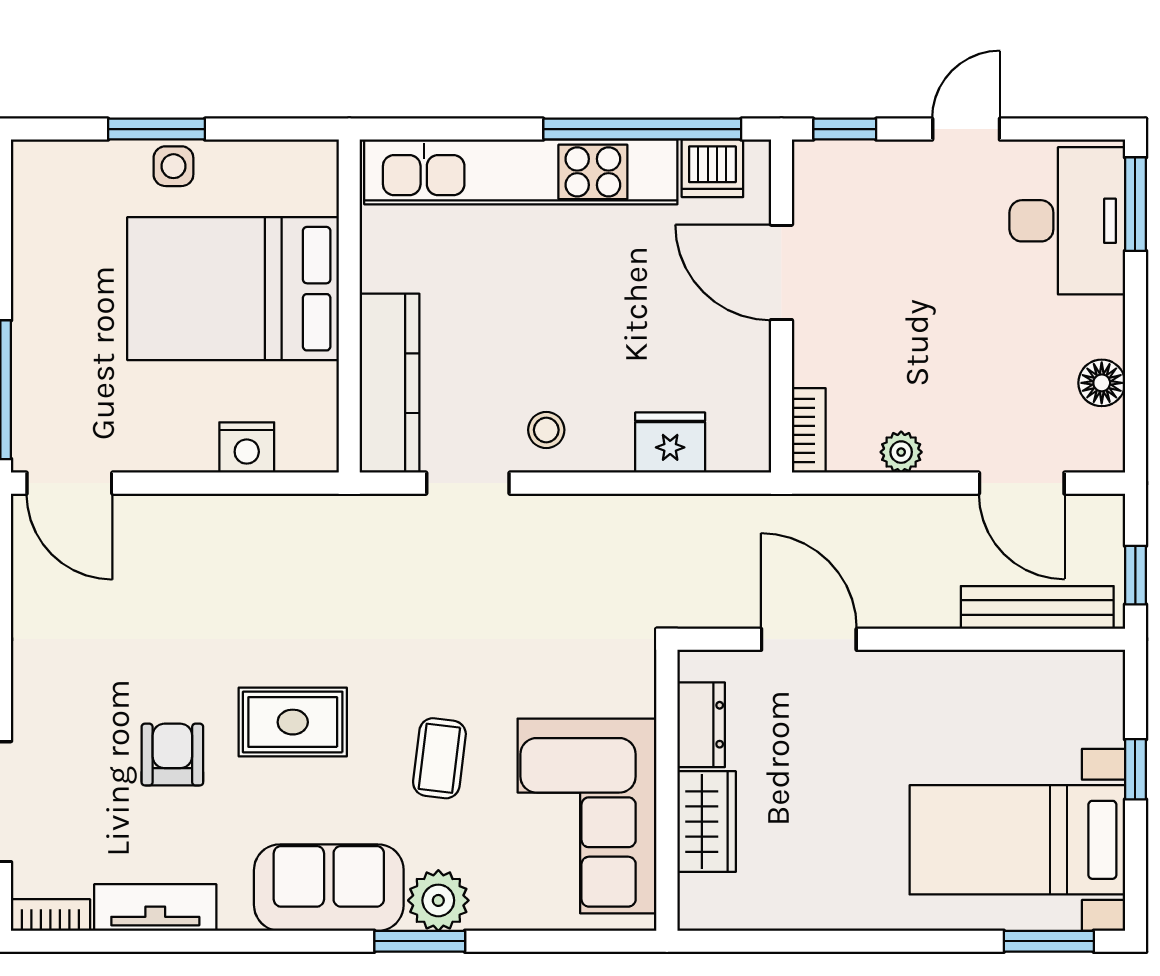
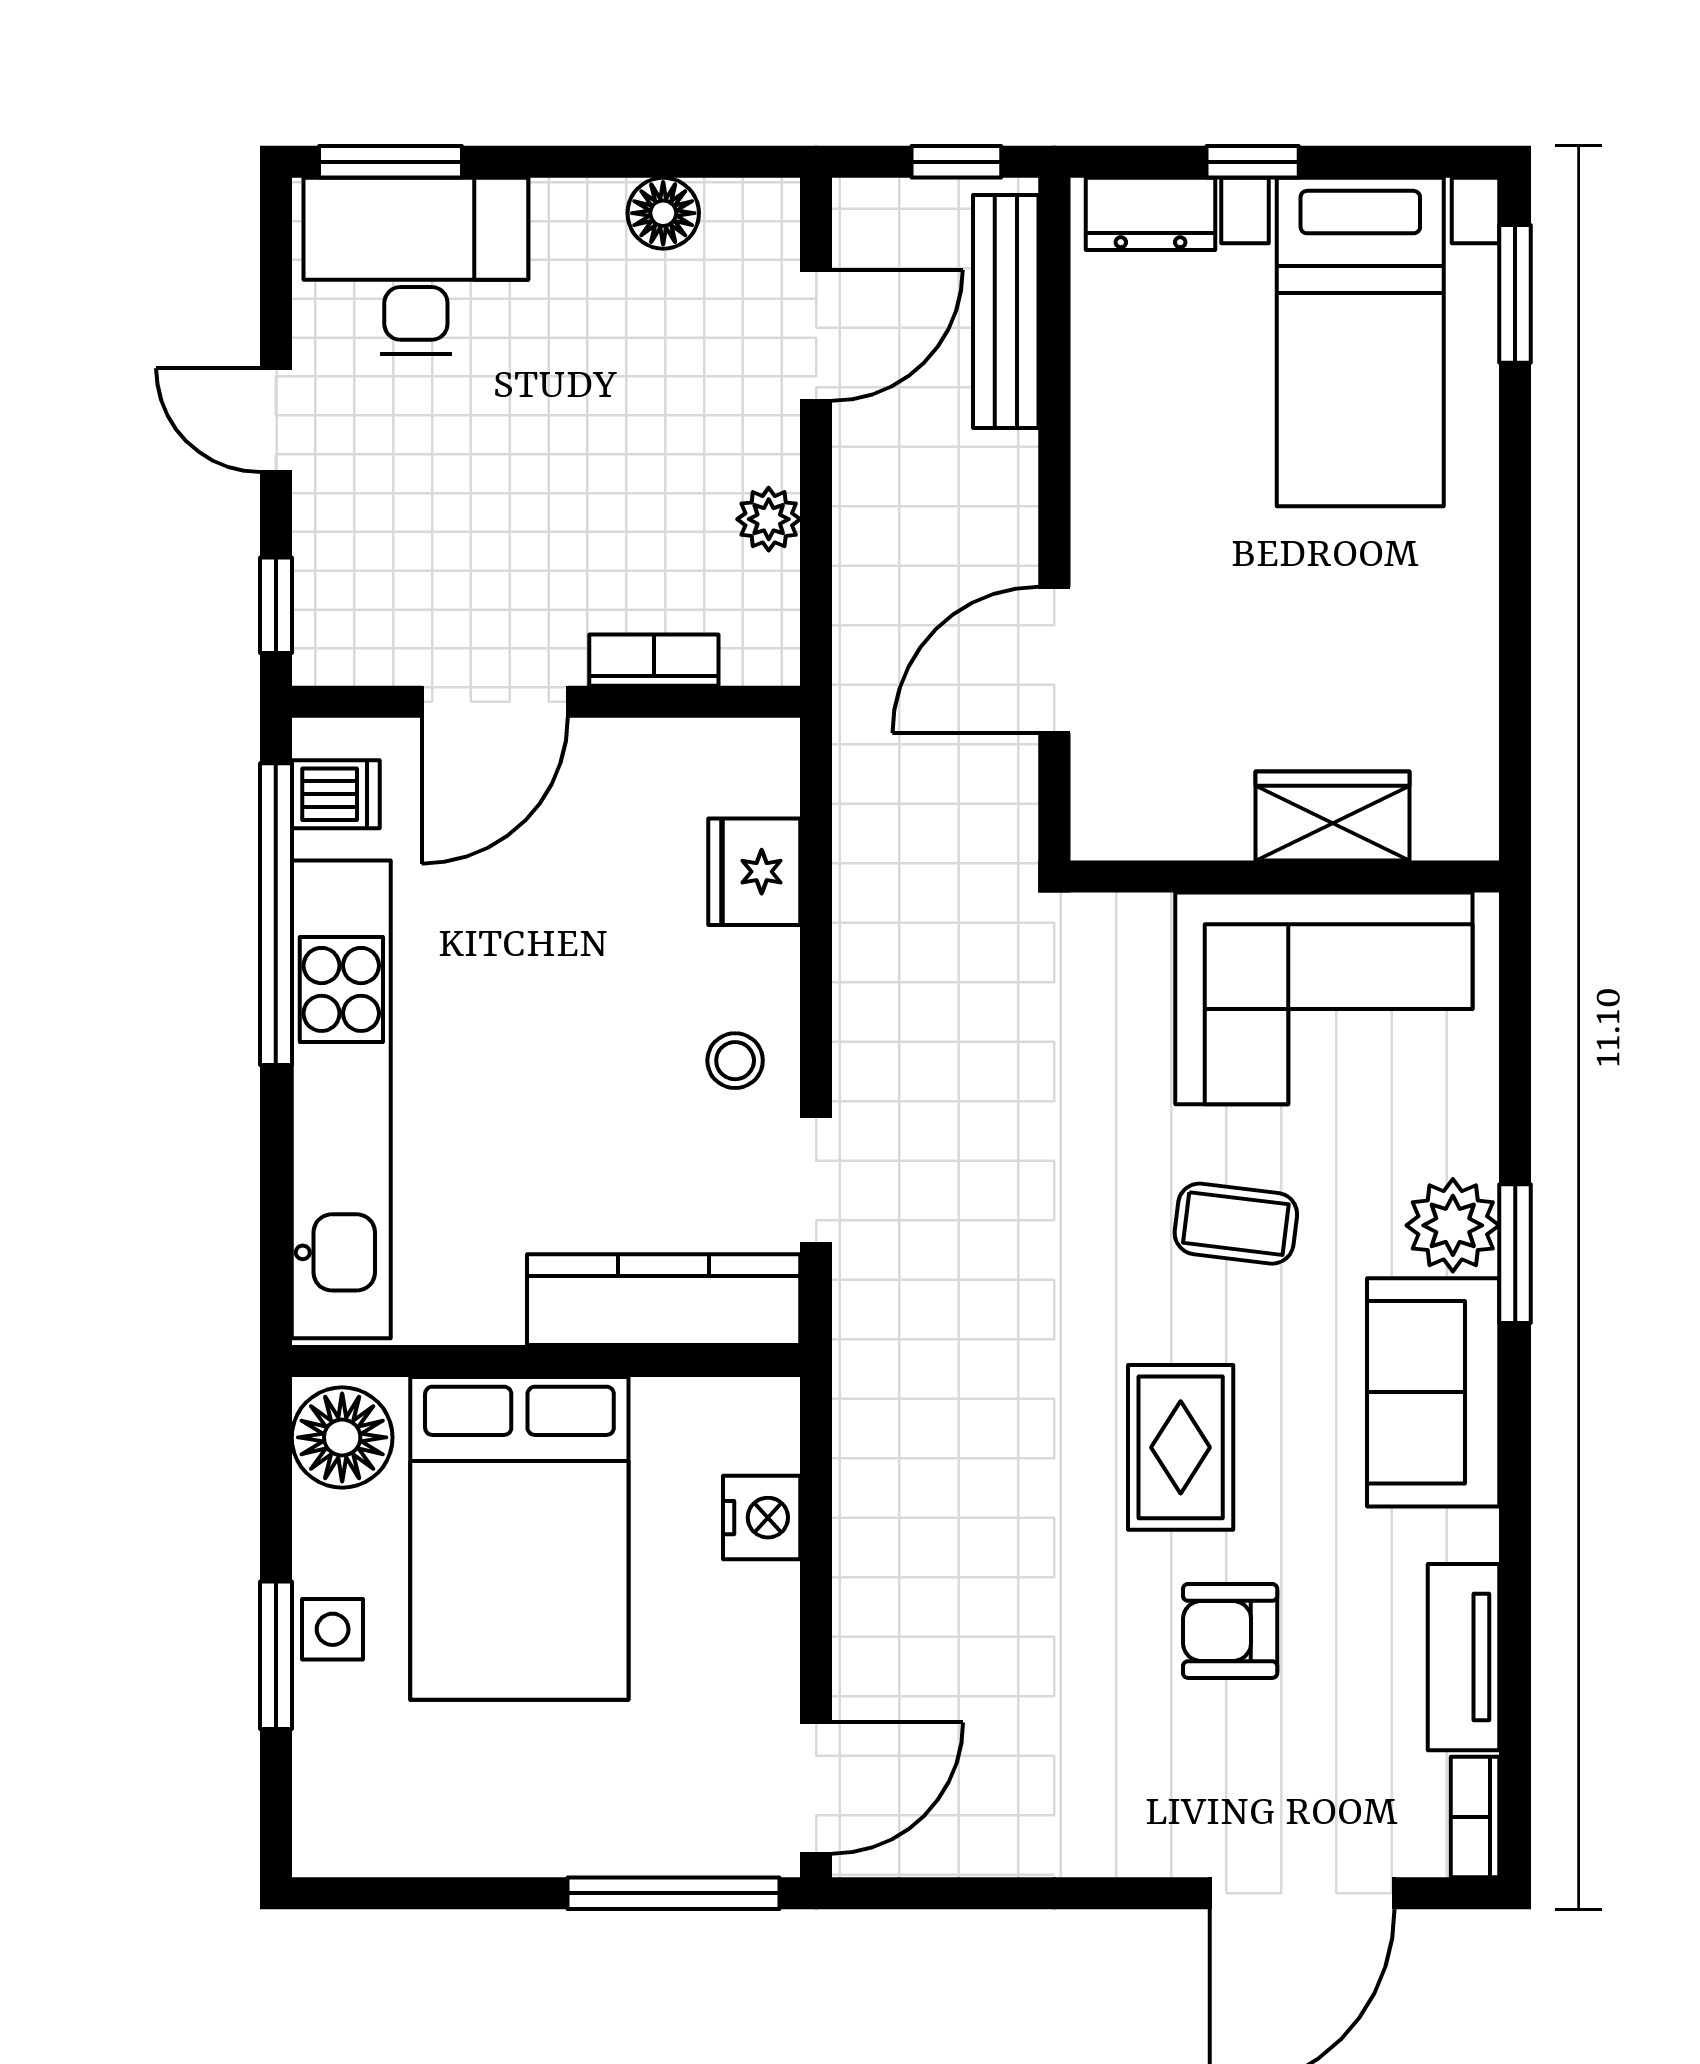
dishwasher: (712, 168) -> (336, 794), width x0.73
floor lamp: (299, 172) -> (342, 1437), added
bookcase: (809, 430) -> (654, 660), moved
dresser: (701, 725) -> (1150, 214), moved, turned 180

